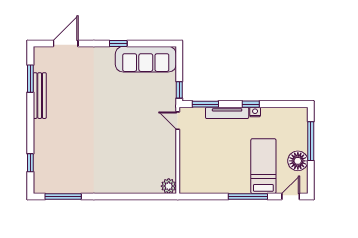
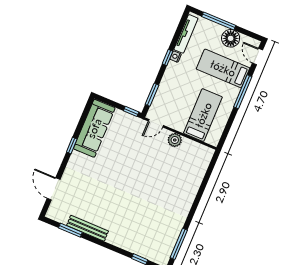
tv unit: (227, 113) -> (186, 34), moved
bed: (207, 166) -> (203, 115), added
plant: (169, 186) -> (175, 140), moved

